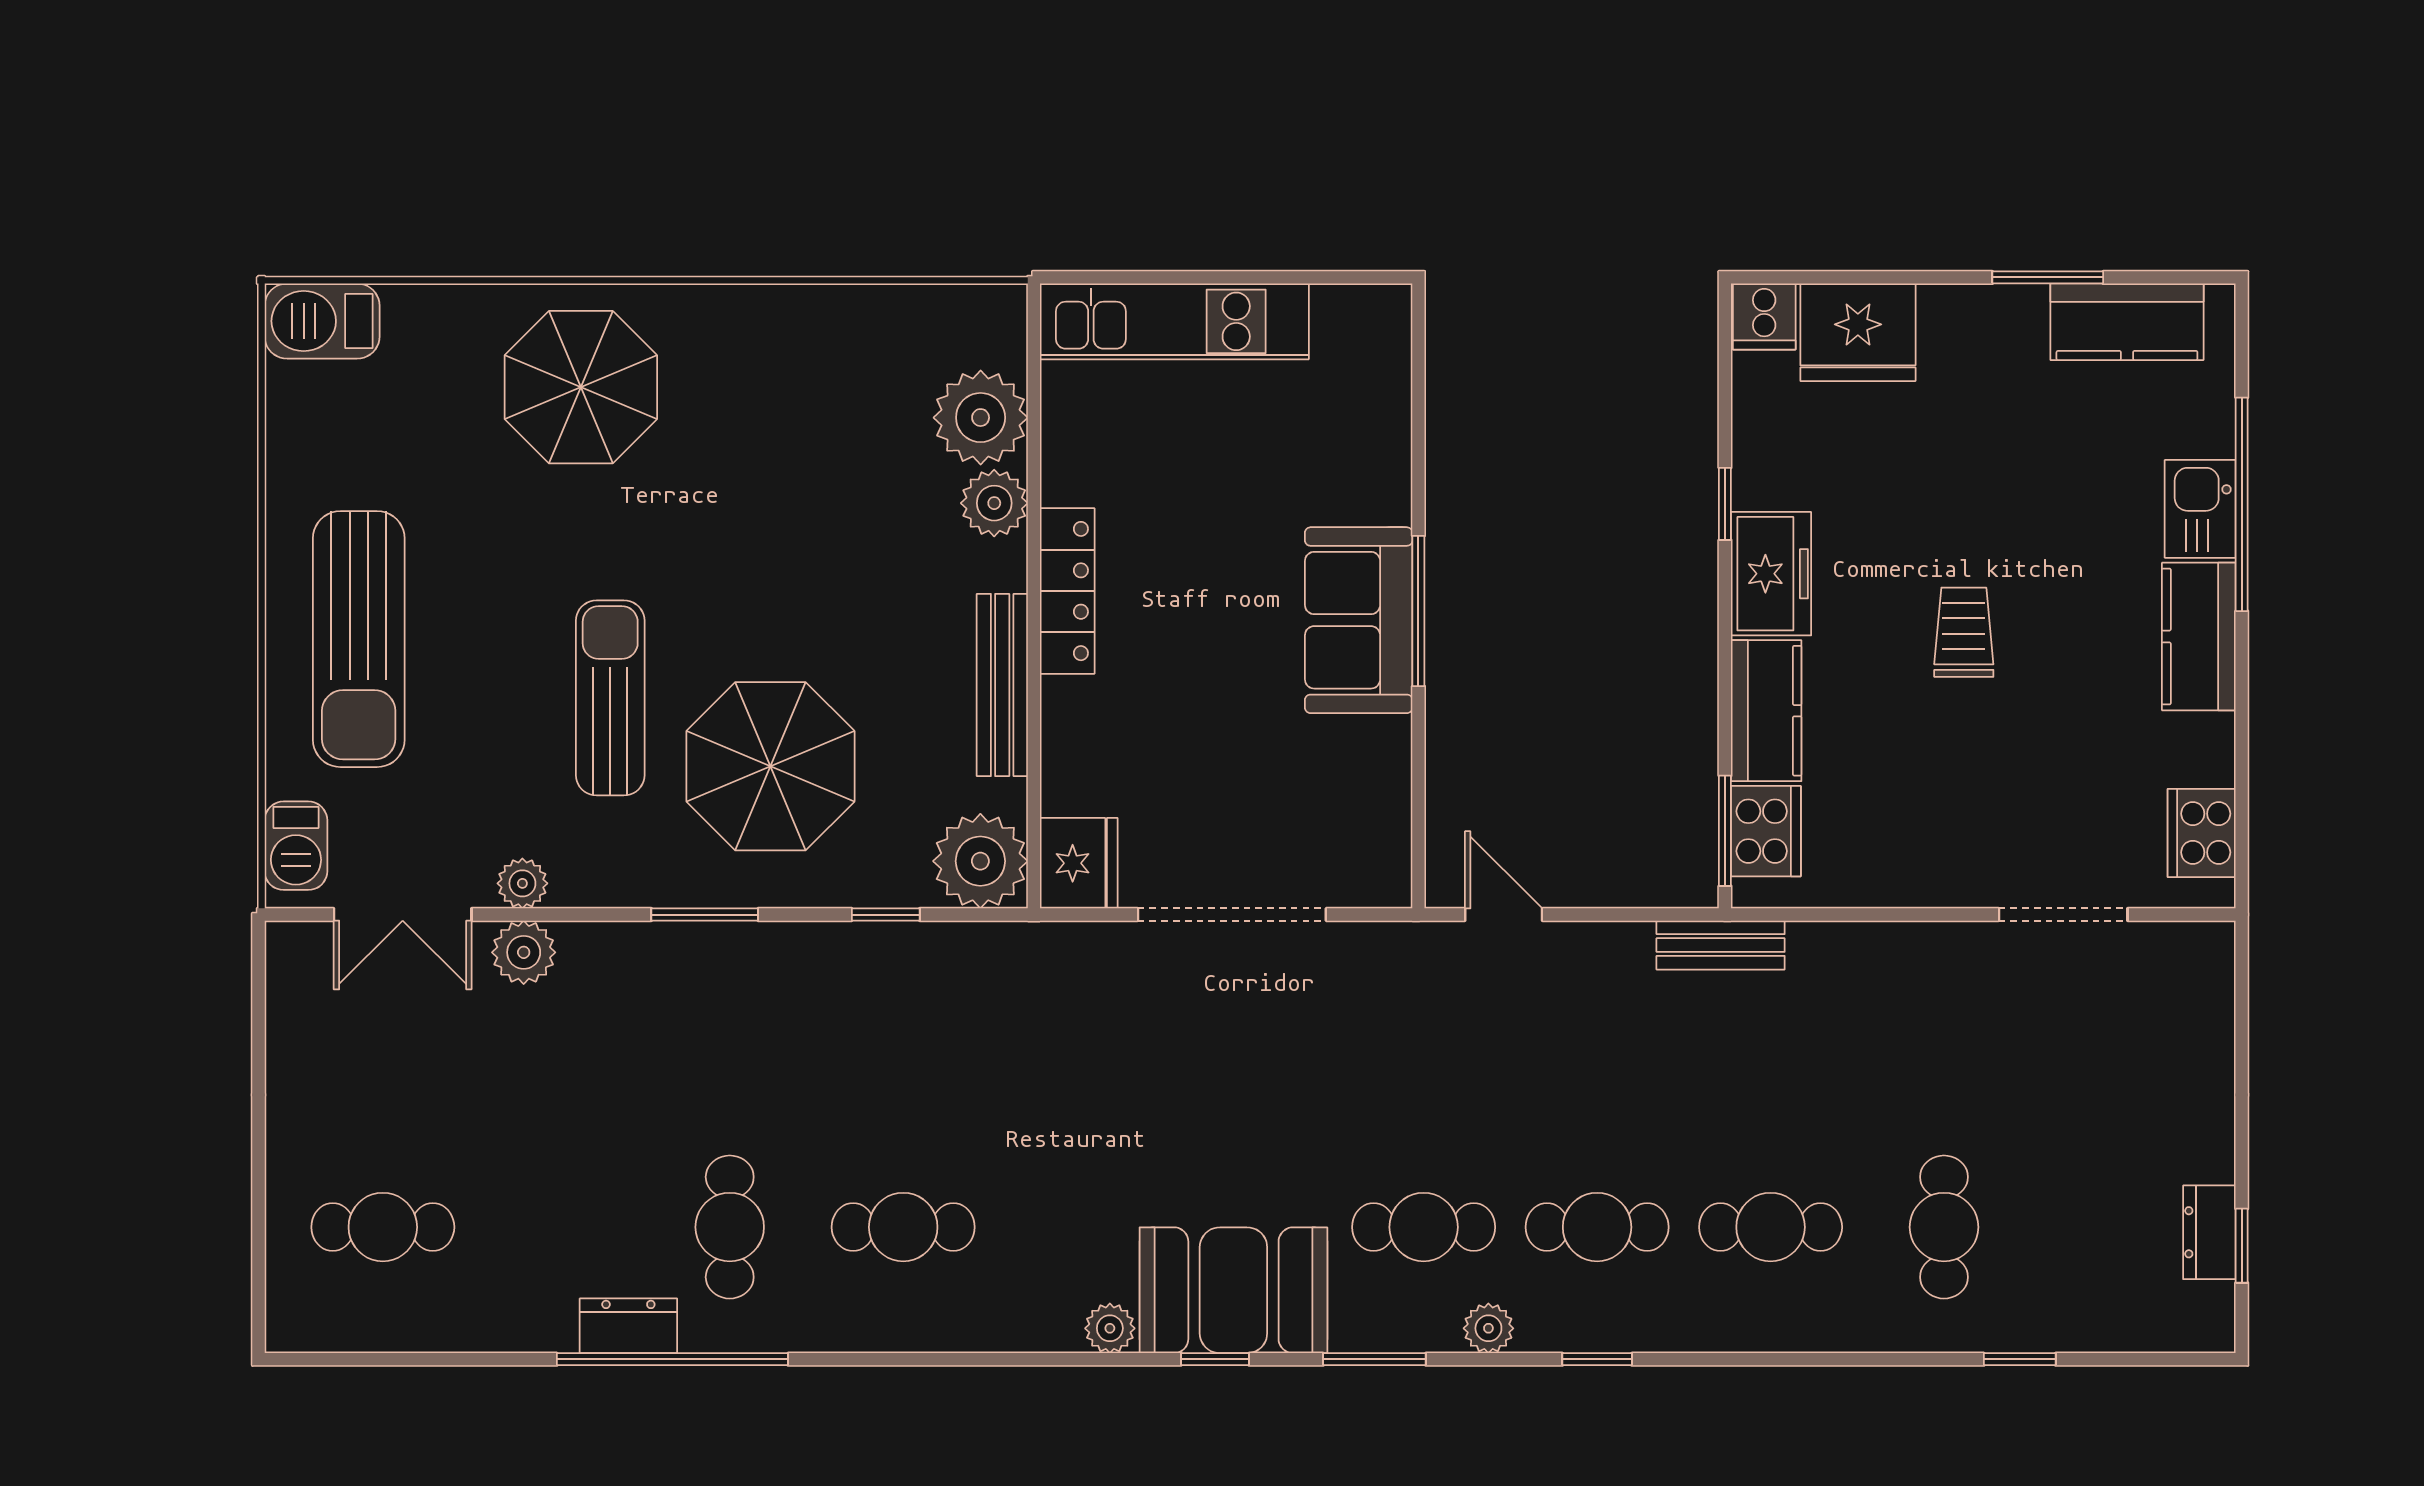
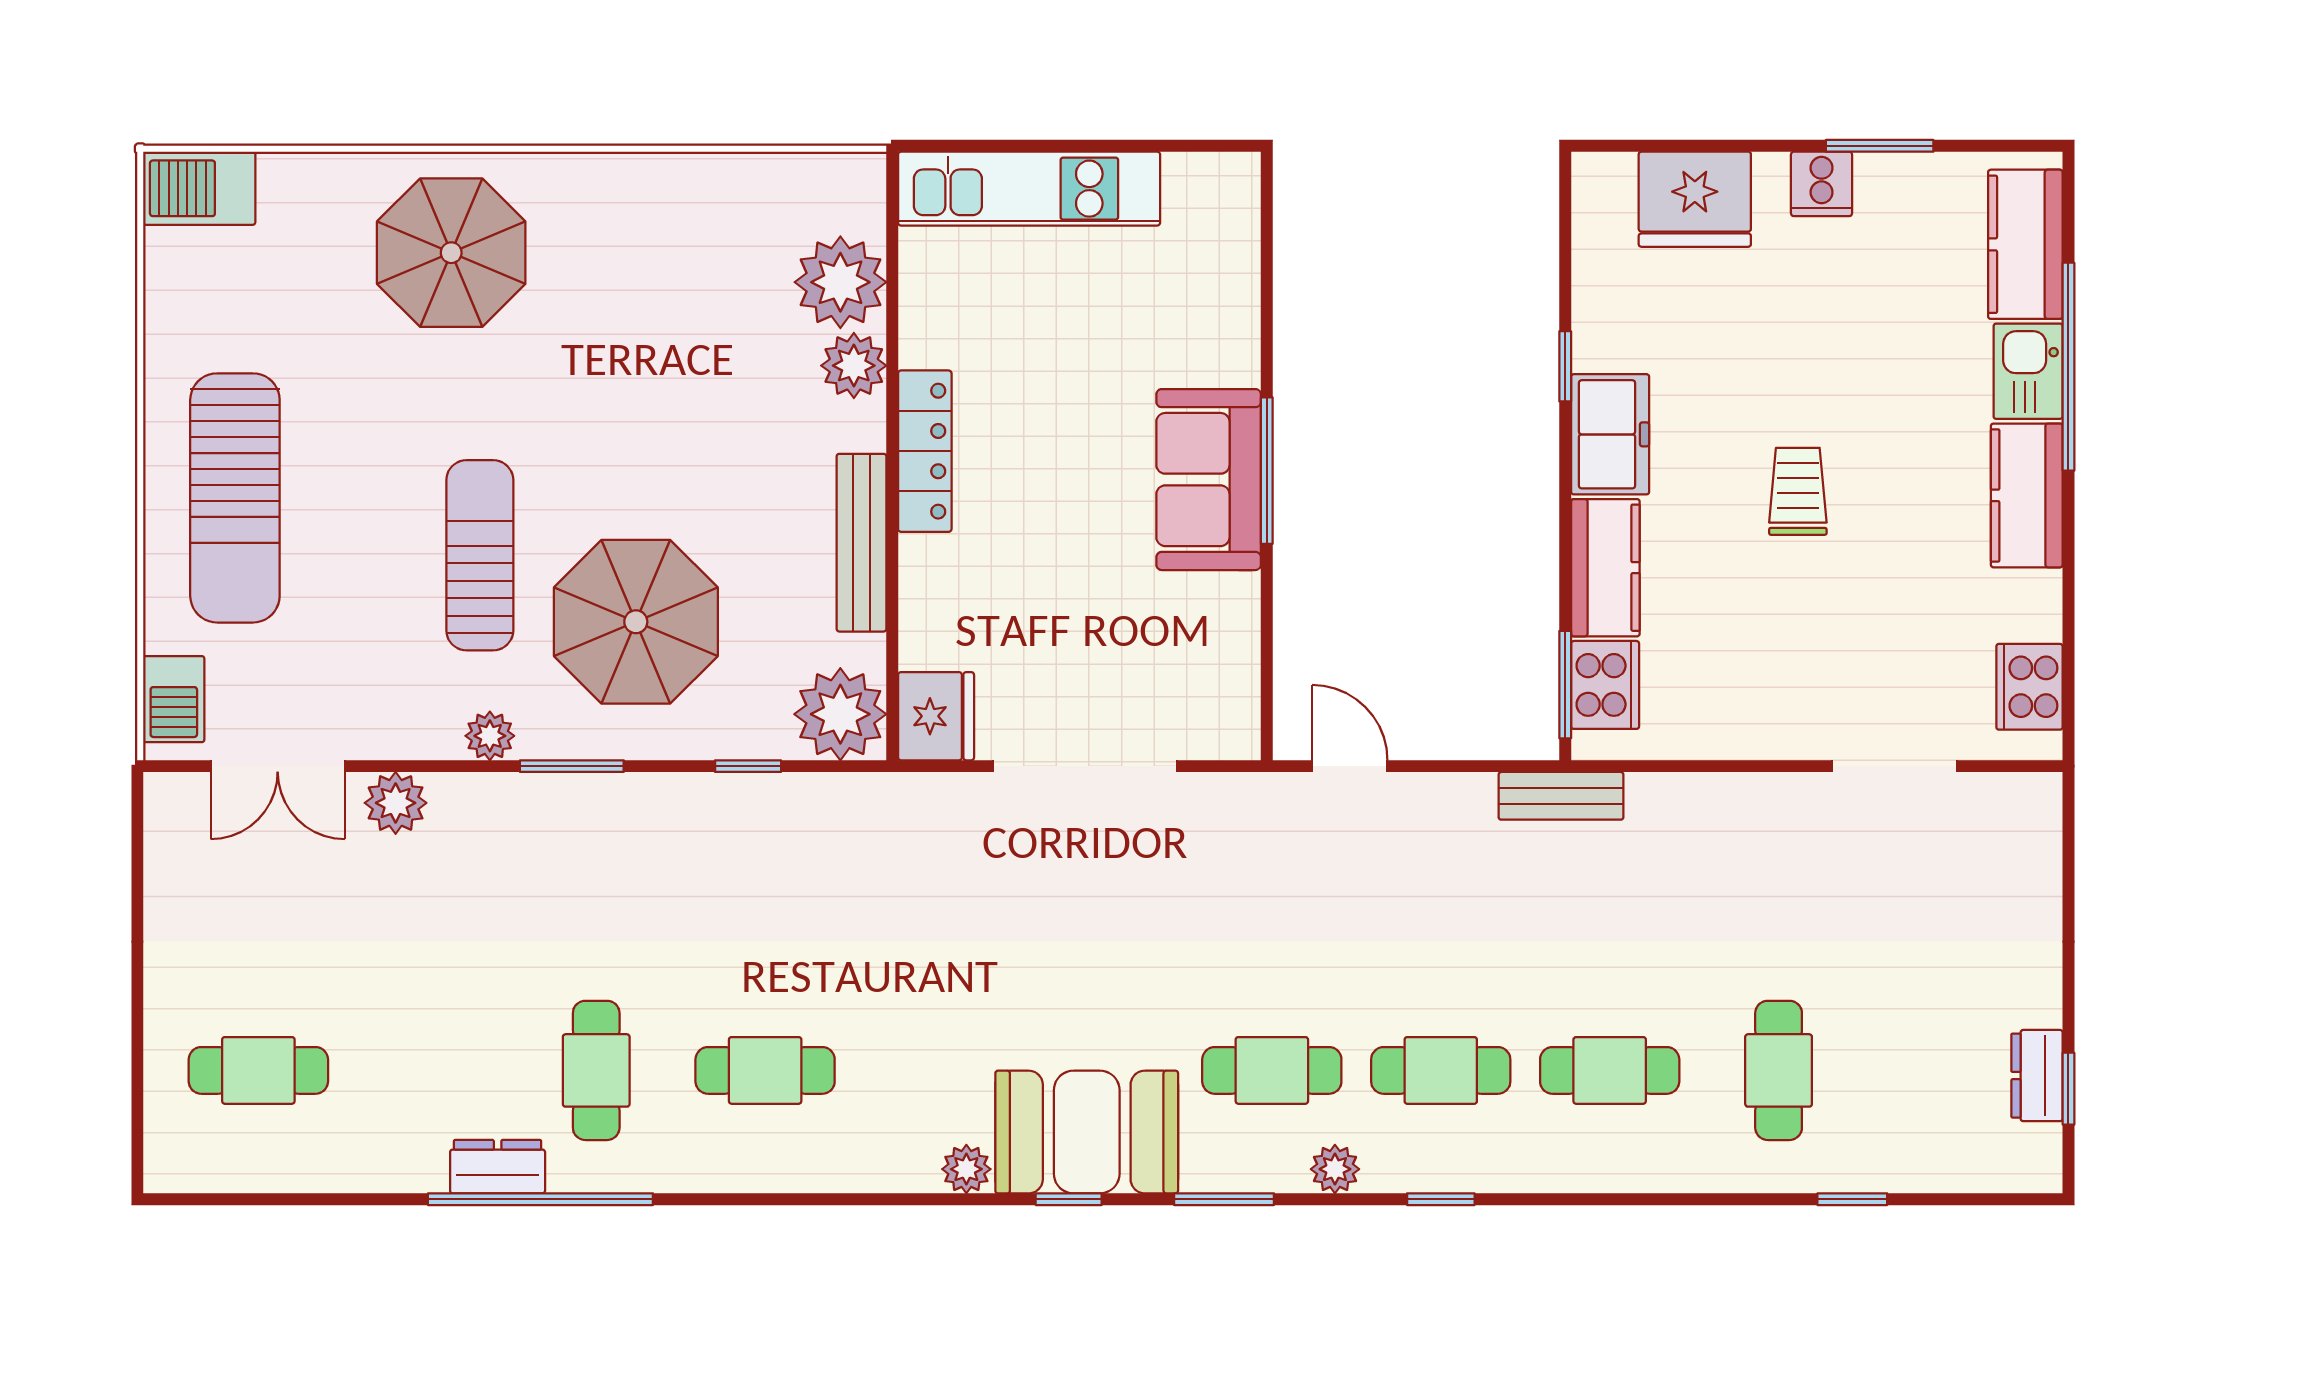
cooker: (1764, 317) -> (1822, 184), moved
kitchen counter: (2127, 322) -> (2025, 244), moved, turned 90
plant: (522, 883) -> (490, 736), moved

